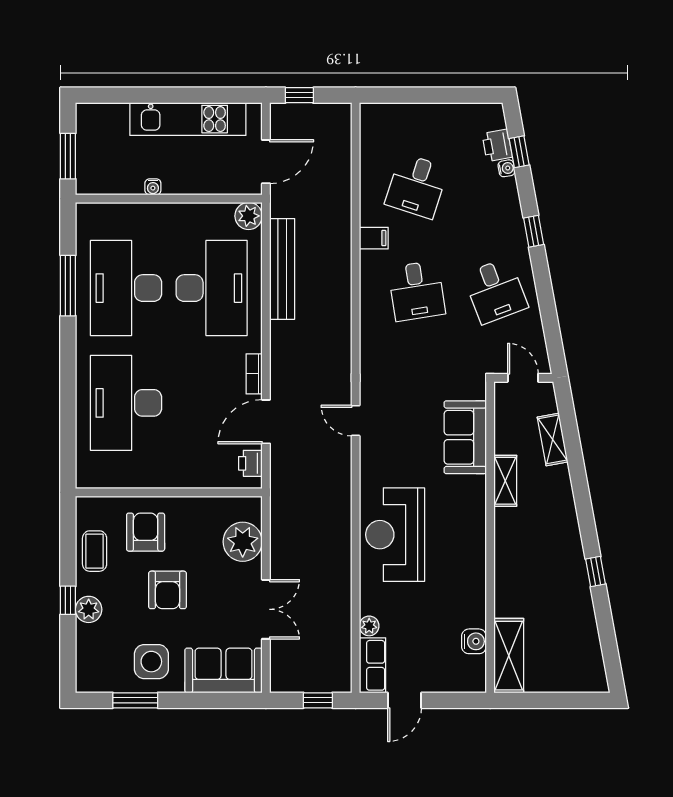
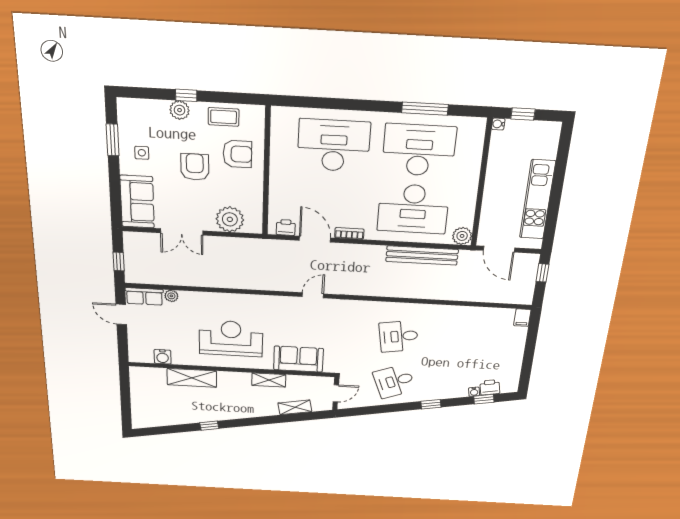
window: (68, 156) -> (523, 114), width x0.67
desk: (417, 186) -> (469, 340), removed
water cooler: (153, 187) -> (498, 124), moved
filing cabinet: (374, 238) -> (522, 318), moved
reception desk: (395, 535) -> (231, 338), moved
armchair: (167, 590) -> (195, 167), turned 90
shelving: (509, 656) -> (192, 378), moved
side table: (151, 662) -> (142, 153), width x0.54, depth x0.54

